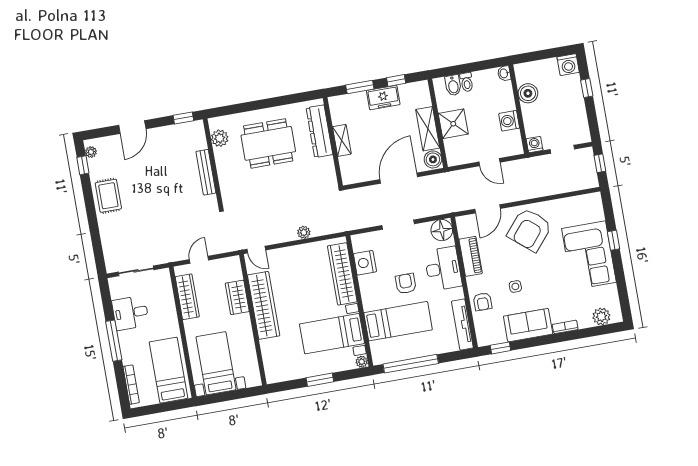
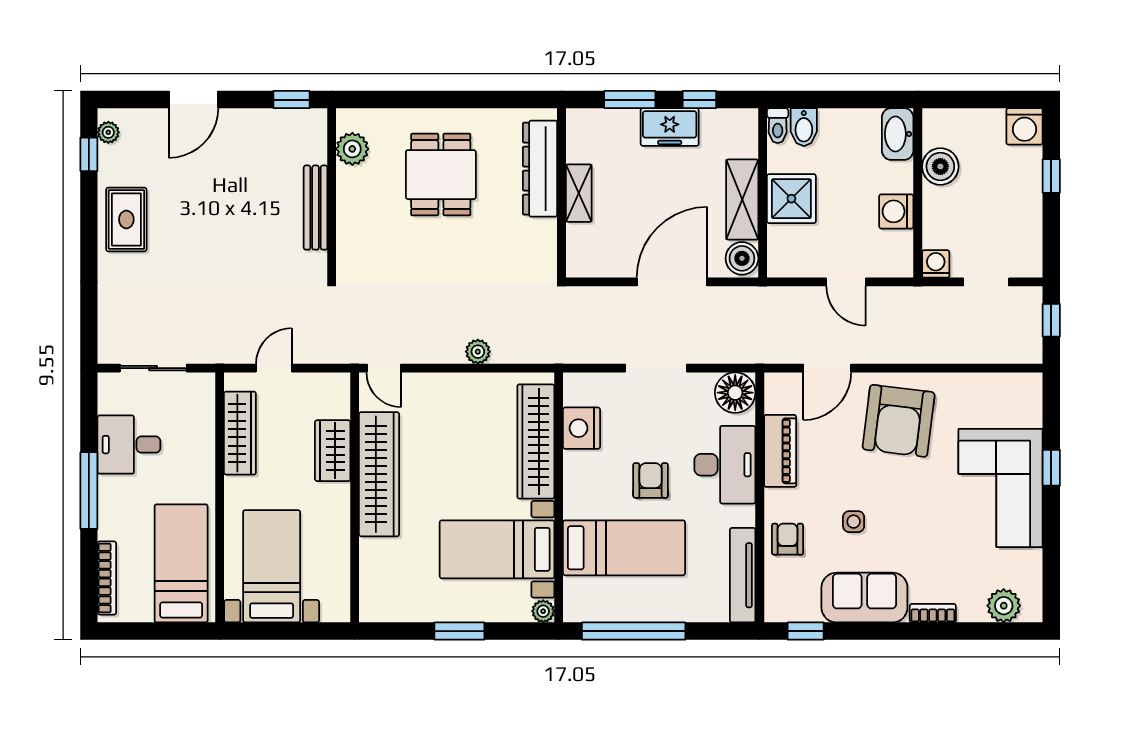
washbasin: (504, 73) -> (898, 134), width x1.91, depth x1.45
toilet: (467, 82) -> (778, 126), moved
dining table: (268, 143) -> (441, 175), width x0.73
armchair: (530, 230) -> (899, 421), turned -33
armchair: (483, 302) -> (788, 539), turned 180

